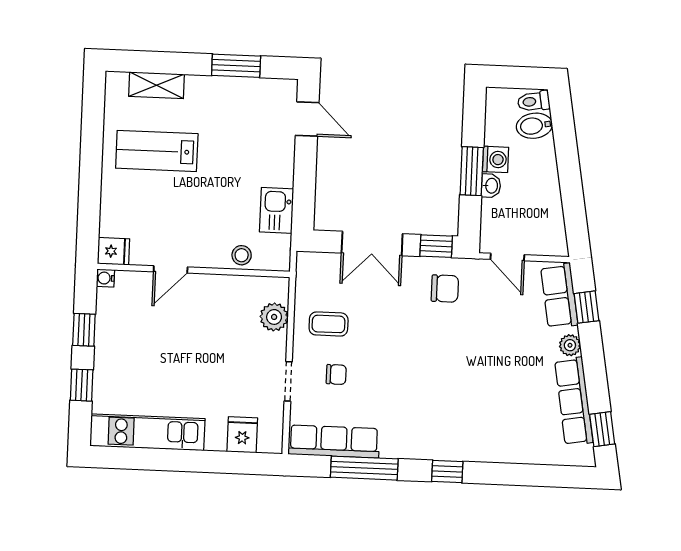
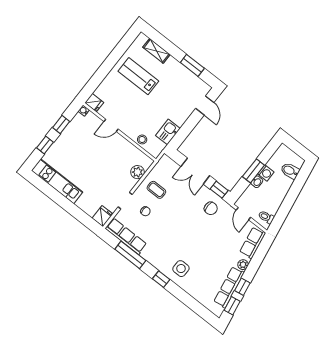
toilet: (534, 101) -> (266, 217), moved
window: (587, 307) -> (242, 287), moved
side table: (468, 429) -> (181, 269), added
fridge: (242, 435) -> (103, 216), moved

